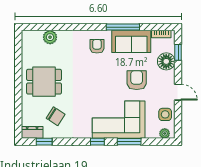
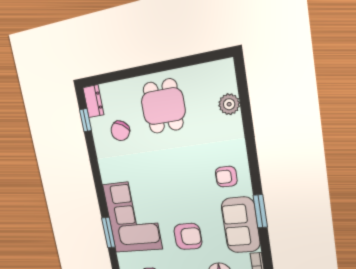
window: (123, 27) -> (260, 211), width x0.69
armchair: (97, 46) -> (226, 177), turned 180
window: (97, 142) -> (100, 192), removed

